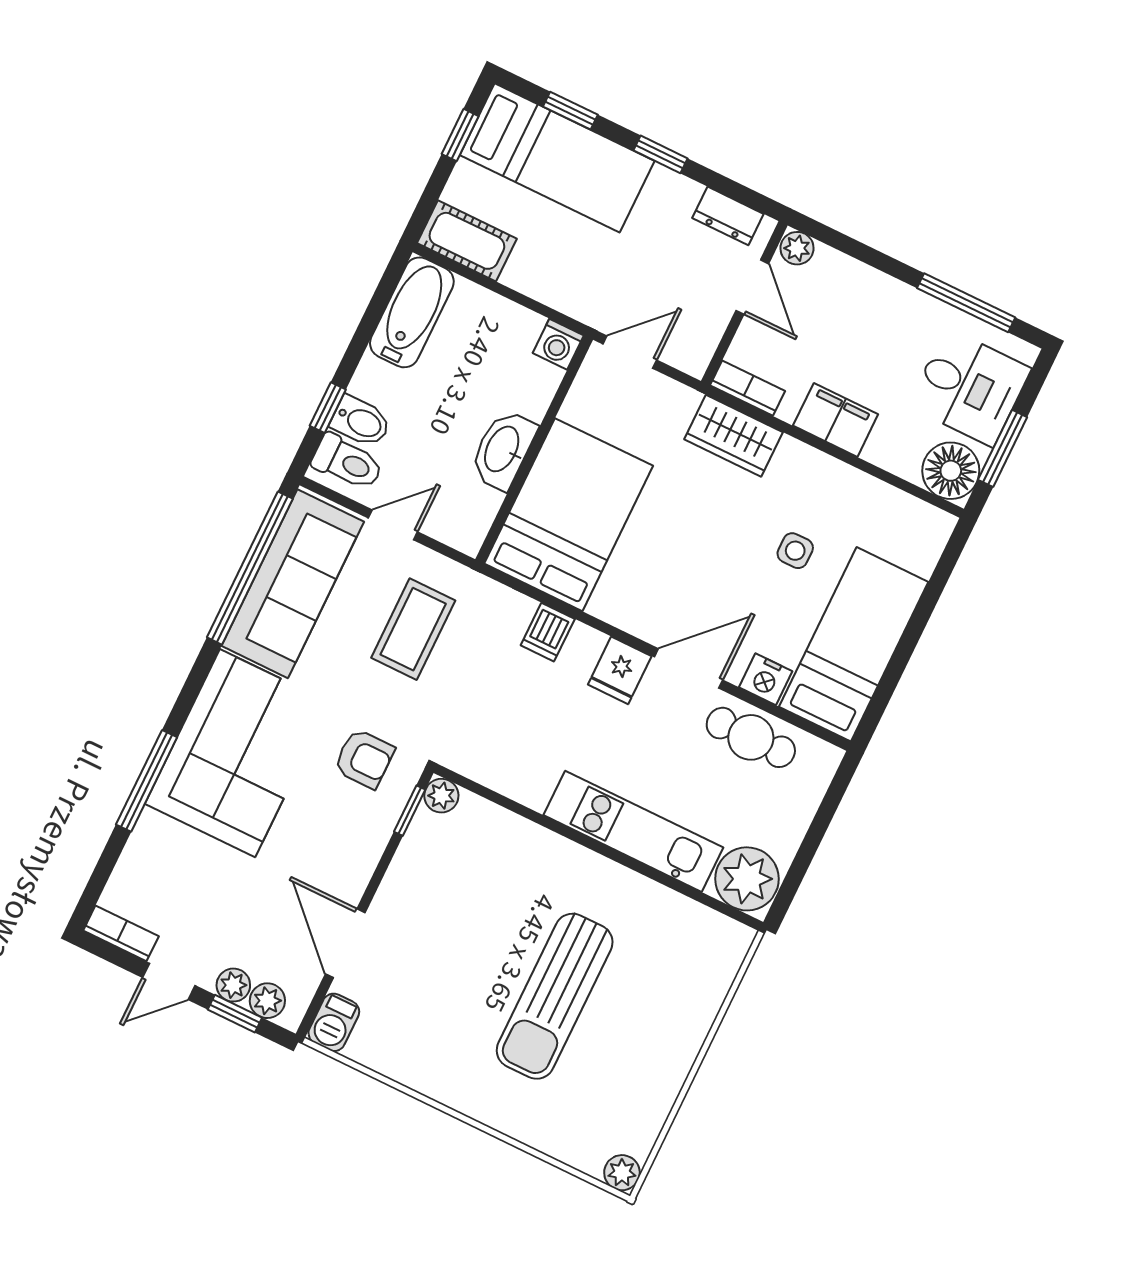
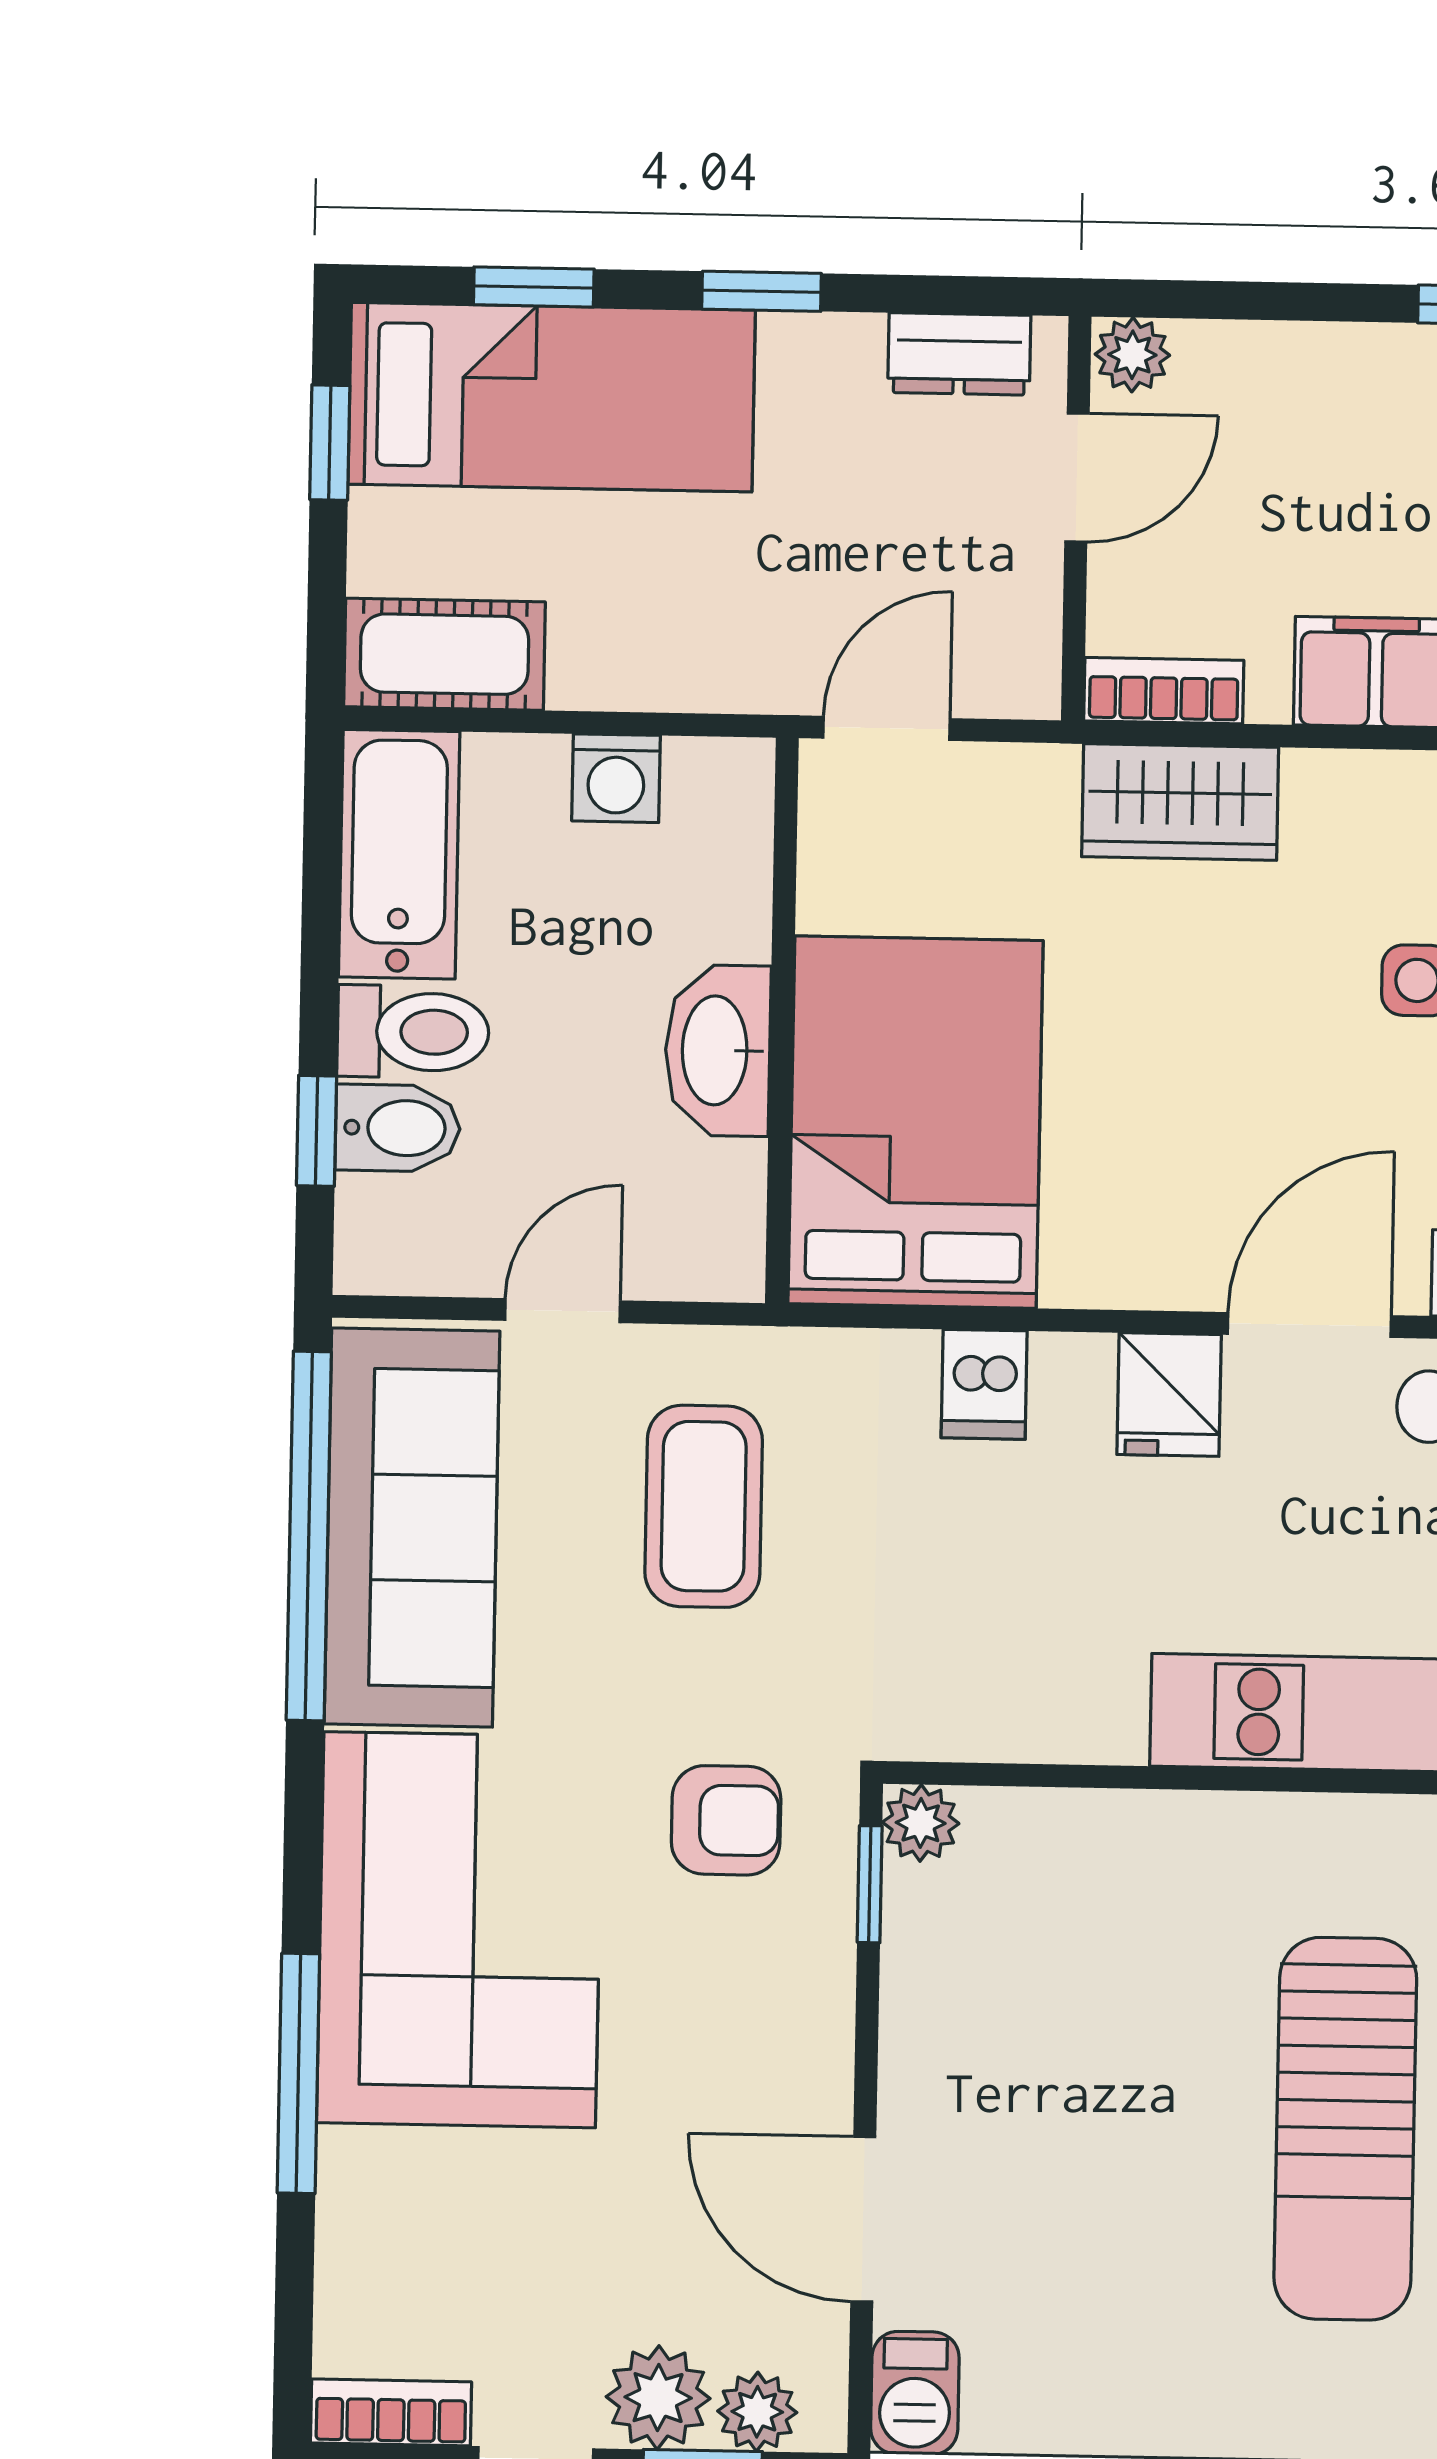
door: (752, 287) -> (1077, 478), hinge flipped
washing machine: (558, 344) -> (616, 778), moved
toilet: (348, 462) -> (413, 1032), moved
plant: (233, 985) -> (658, 2398), width x1.38, depth x1.38

